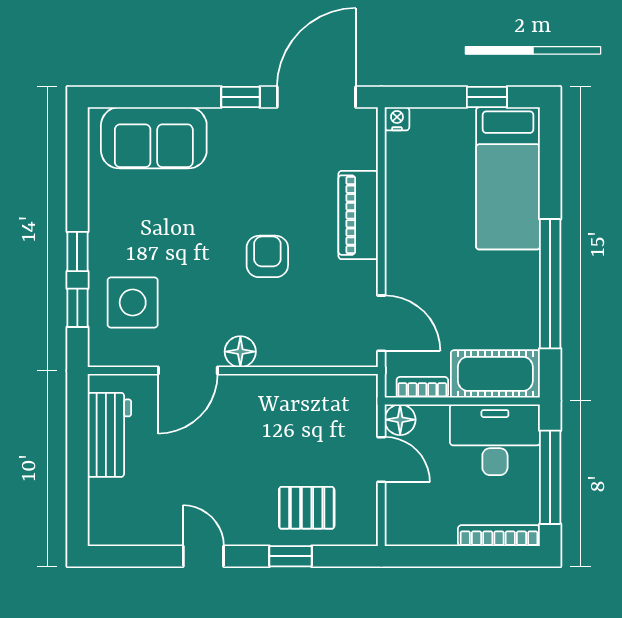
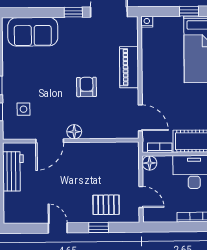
side table: (133, 303) -> (24, 109), width x0.54, depth x0.54
door: (381, 459) -> (141, 197), moved

